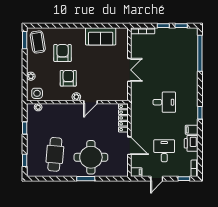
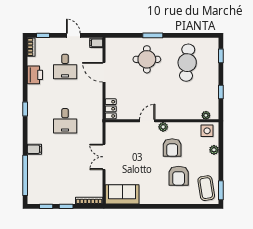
sofa: (101, 36) -> (122, 194), moved
desk: (164, 102) -> (65, 121), turned -90
locker: (123, 118) -> (111, 109), width x0.66
filing cabinet: (192, 130) -> (34, 149), moved
round table: (91, 157) -> (147, 59), width x0.73, depth x0.73
door: (157, 179) -> (73, 35), hinge flipped

